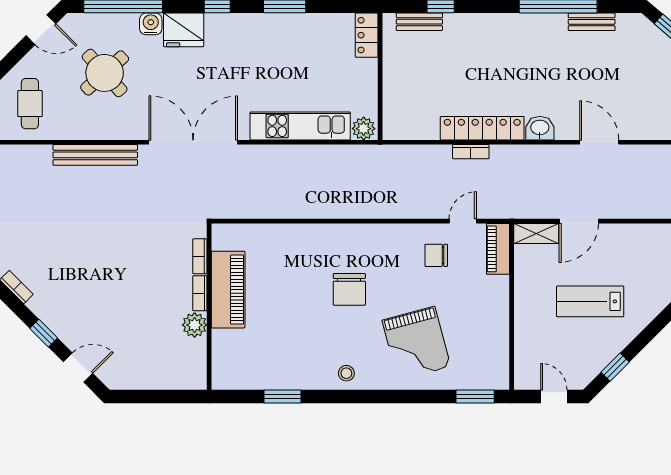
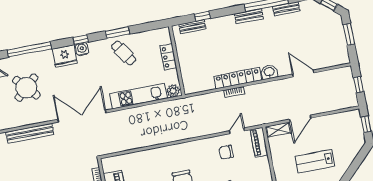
bench: (523, 22) -> (249, 16), added
water cooler: (151, 24) -> (82, 49), moved
locker: (367, 35) -> (168, 57), moved
cafe table: (289, 45) -> (124, 53), added

